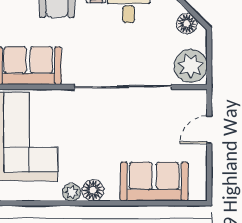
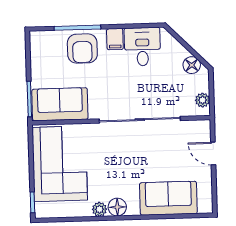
plant: (191, 66) -> (203, 100), width x0.53, depth x0.53
door: (209, 130) -> (213, 153), hinge flipped

